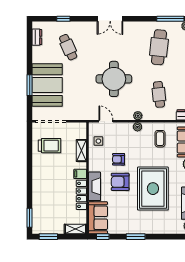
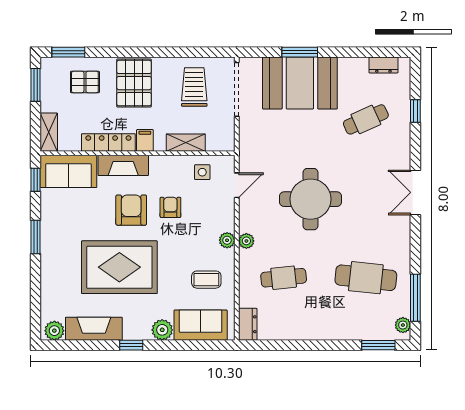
trolley: (50, 146) -> (194, 87), turned 180
pallet: (47, 180) -> (134, 83), added
pallet: (47, 208) -> (85, 82), added

